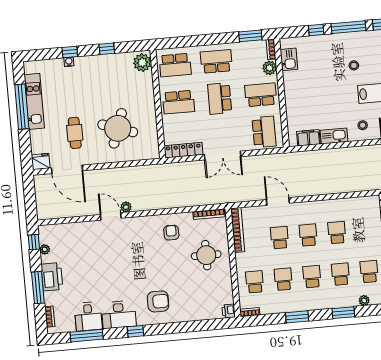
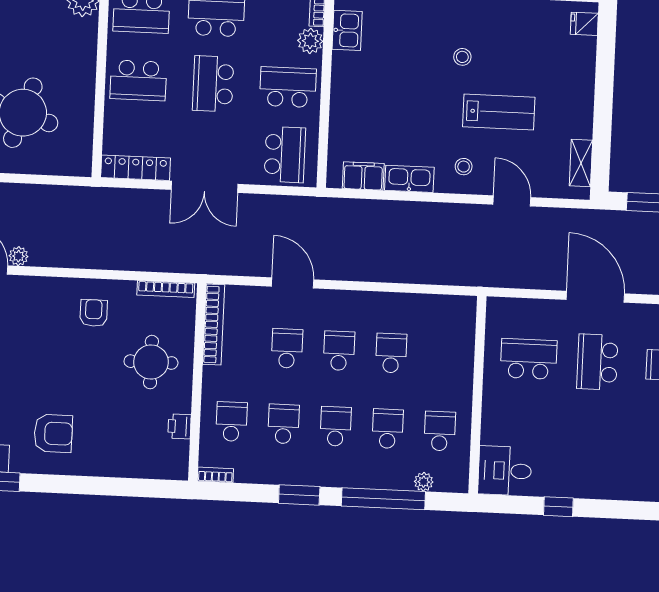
printer: (229, 311) -> (179, 426), moved
window: (343, 313) -> (383, 499), width x2.11

